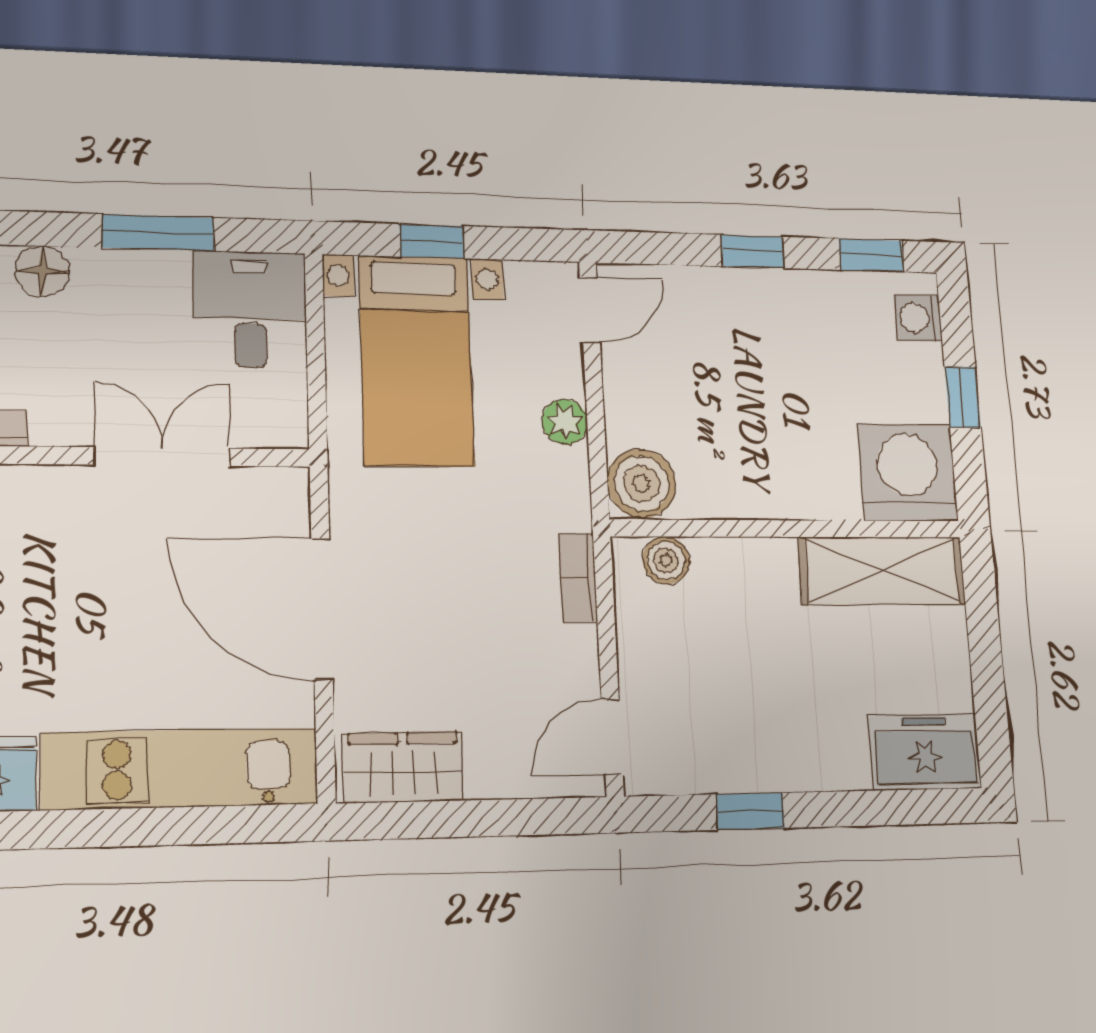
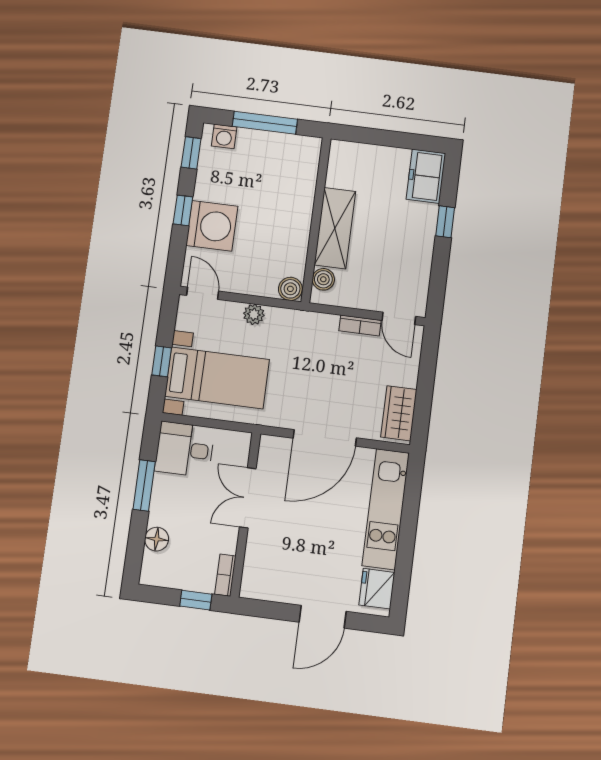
window: (963, 397) -> (265, 123), width x2.17
washing machine: (908, 472) -> (212, 226), moved, turned 180
boiler: (641, 483) -> (290, 289), width x0.73, depth x0.73
shelving: (882, 571) -> (335, 228), moved
bookcase: (578, 578) -> (360, 325), moved
window: (750, 811) -> (445, 222), moved

